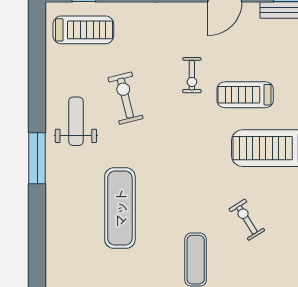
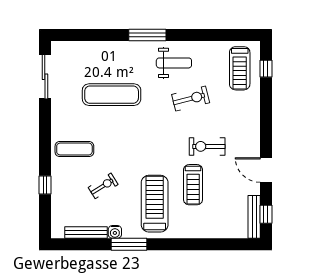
exercise bike: (192, 75) -> (207, 146), width x1.38, depth x1.39
treadmill: (245, 95) -> (193, 185), turned 180

